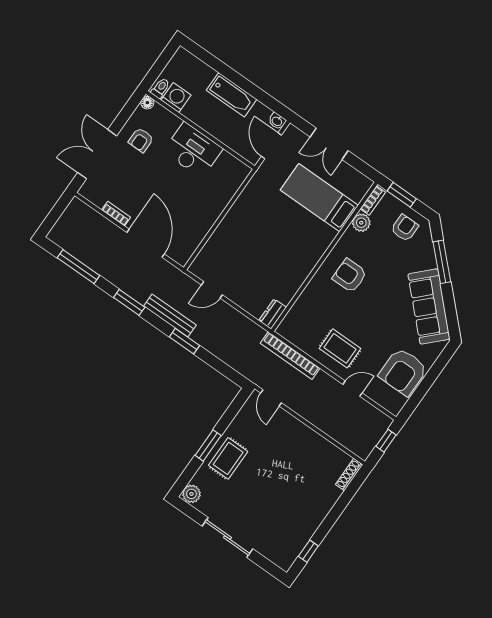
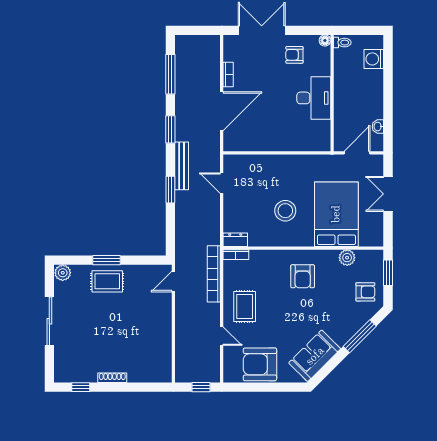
bathtub: (232, 95) -> (374, 98), removed
washing machine: (176, 98) -> (374, 59), moved, turned 180
washbasin: (277, 121) -> (378, 127), moved
bed: (319, 198) -> (336, 214), width x1.50
bookcase: (373, 201) -> (236, 255), moved
stool: (278, 249) -> (285, 211), added
armchair: (350, 276) -> (303, 276), turned 180
sofa: (429, 306) -> (315, 356), width x0.73
shoe rack: (349, 475) -> (112, 378), moved

